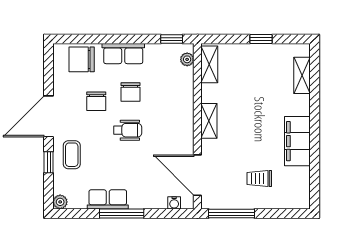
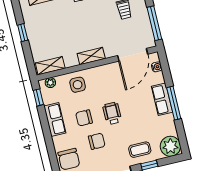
row of seats: (123, 54) -> (55, 120), moved
chair: (131, 92) -> (84, 118), turned 180
side table: (176, 94) -> (78, 85), added
row of seats: (108, 199) -> (162, 99), moved
plant: (60, 202) -> (170, 146), width x1.88, depth x1.88

